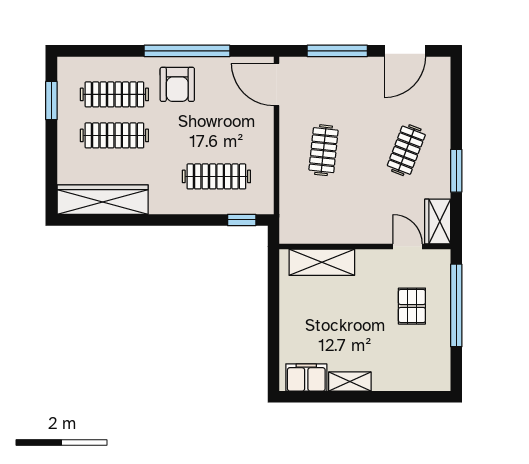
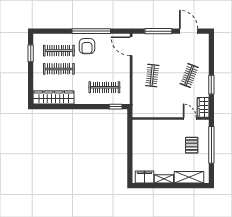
door: (405, 51) -> (189, 31), swing flipped
shelving: (322, 262) -> (189, 177), moved

